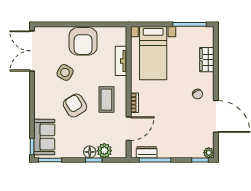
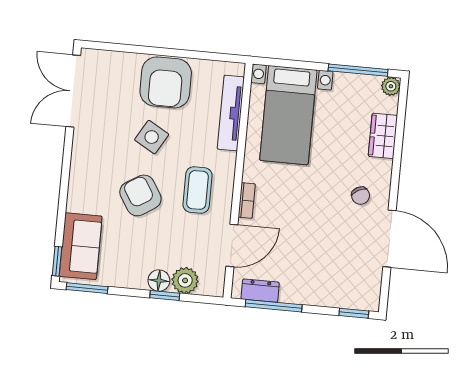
tv unit: (121, 61) -> (231, 113), width x1.41
side table: (65, 72) -> (152, 137), moved
plant: (209, 153) -> (391, 86), moved

